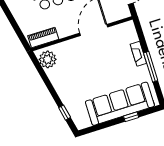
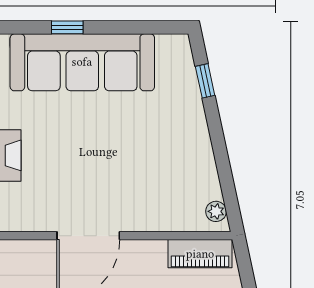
plant: (48, 59) -> (216, 211), width x0.53, depth x0.53

